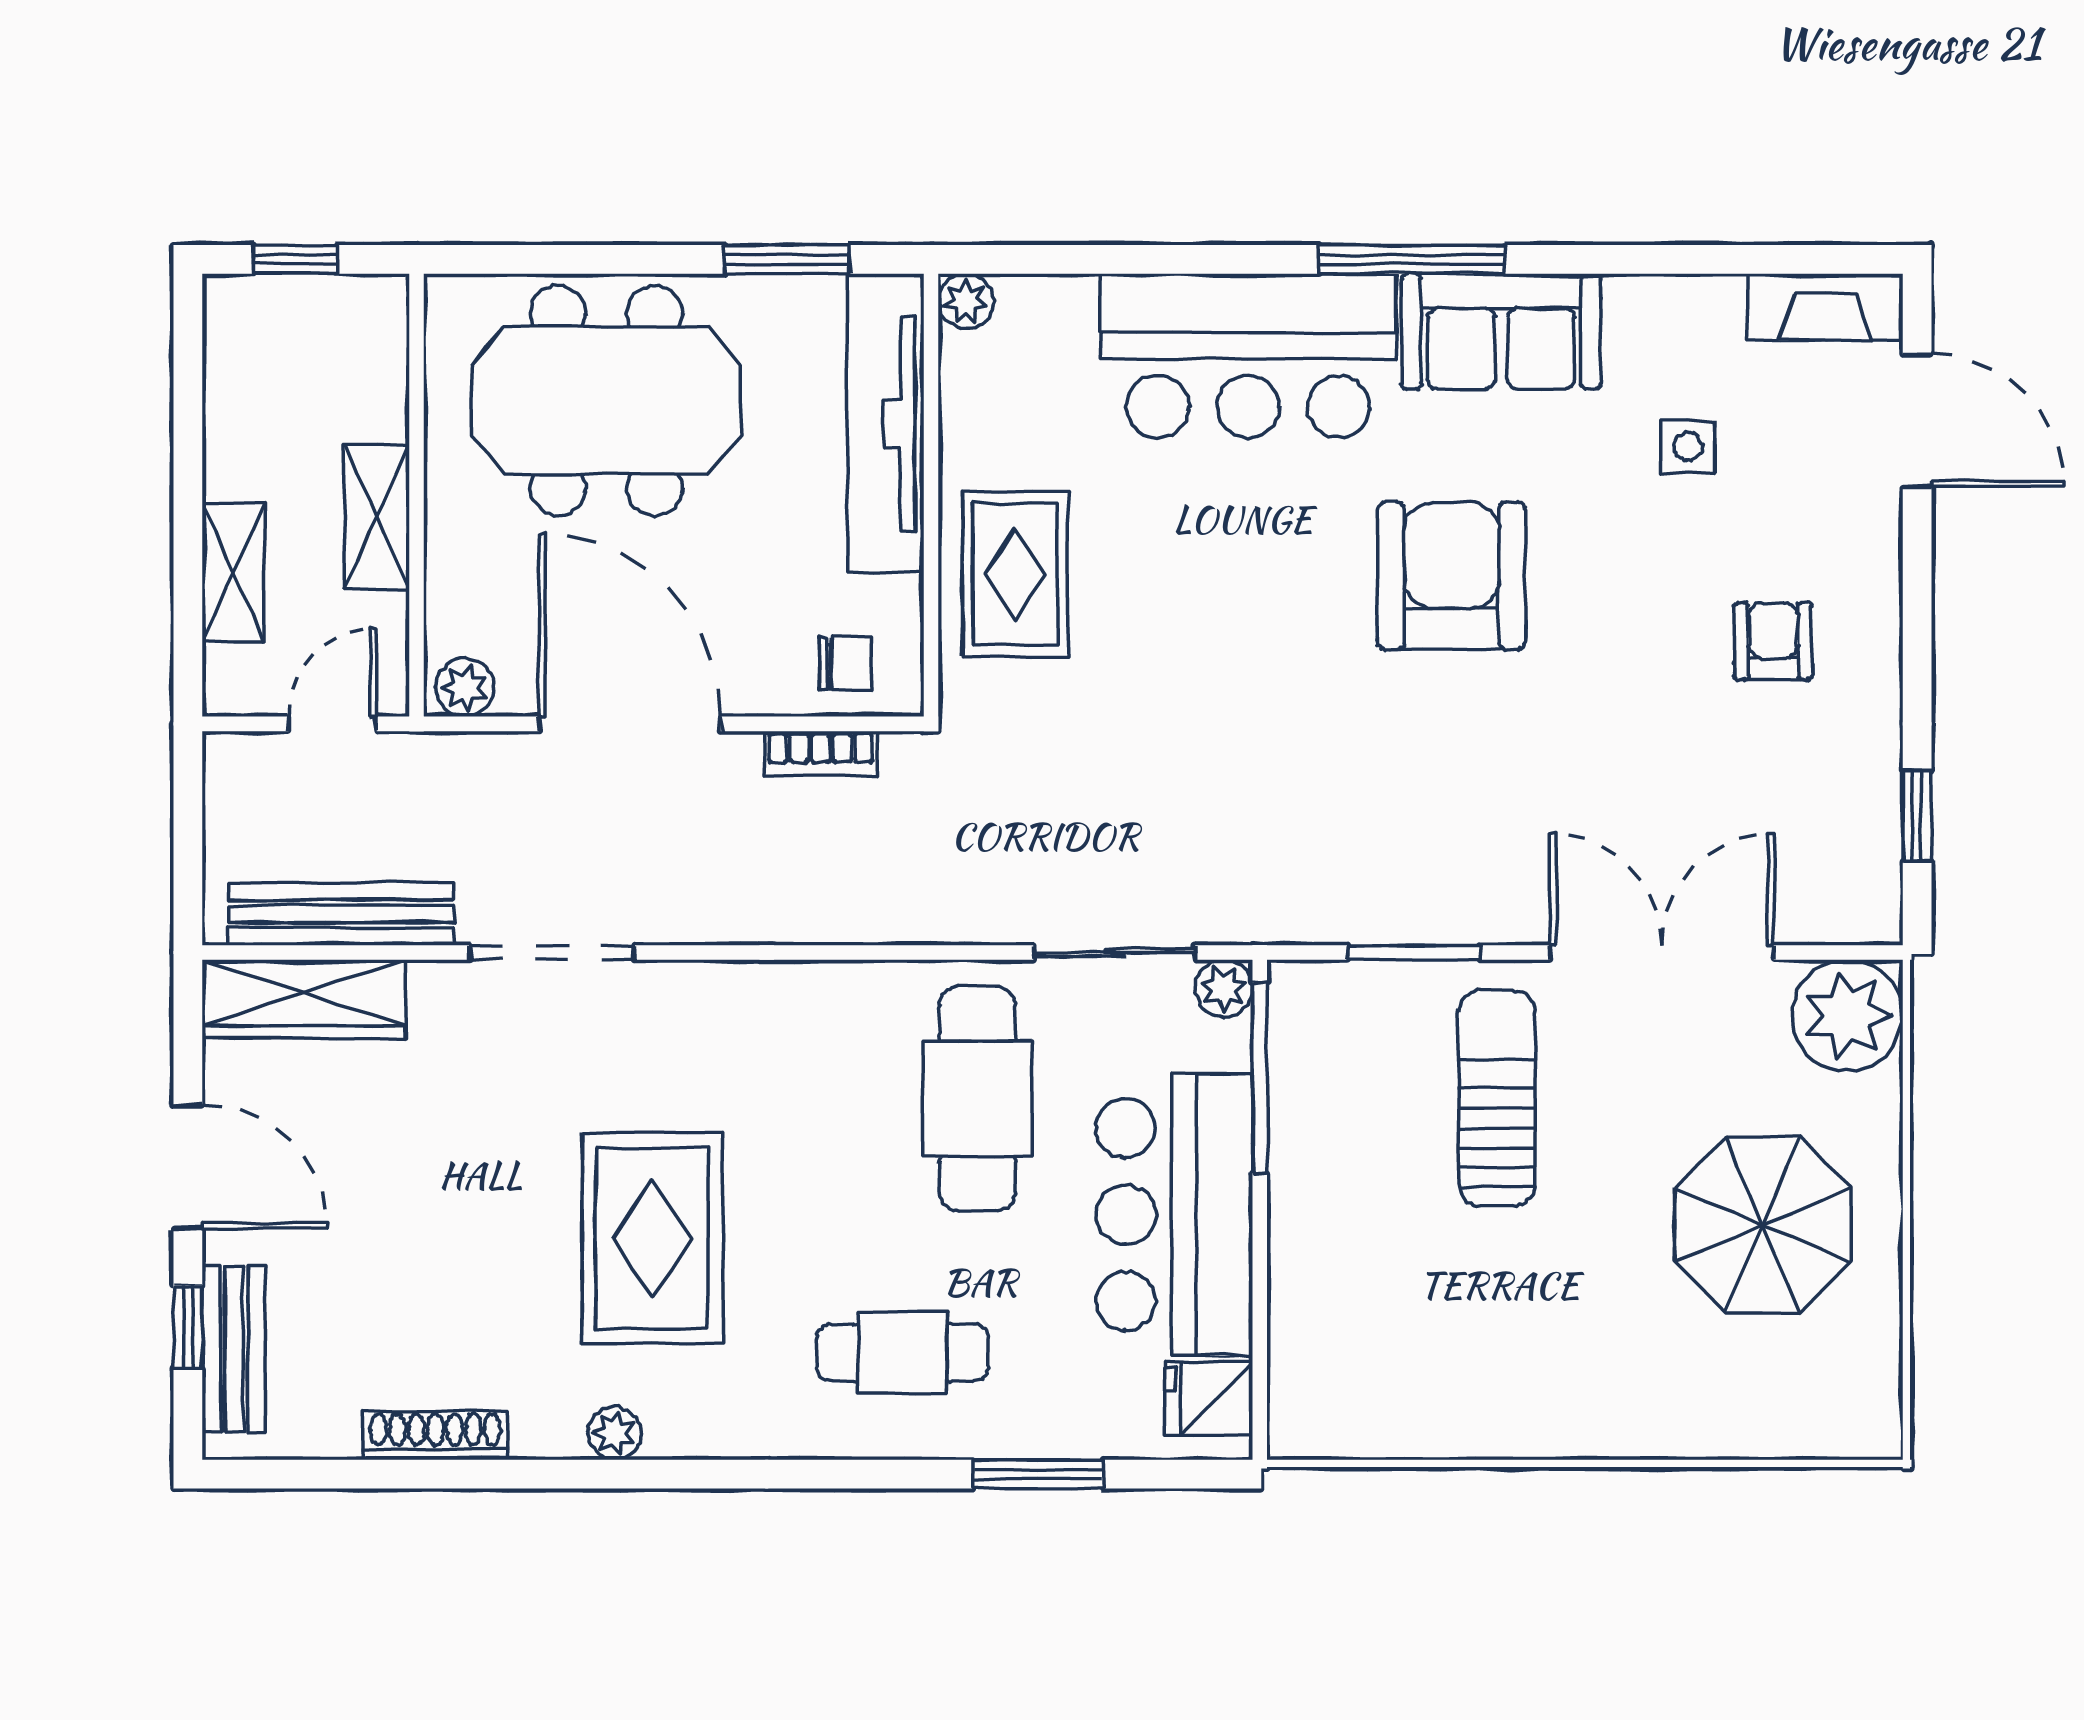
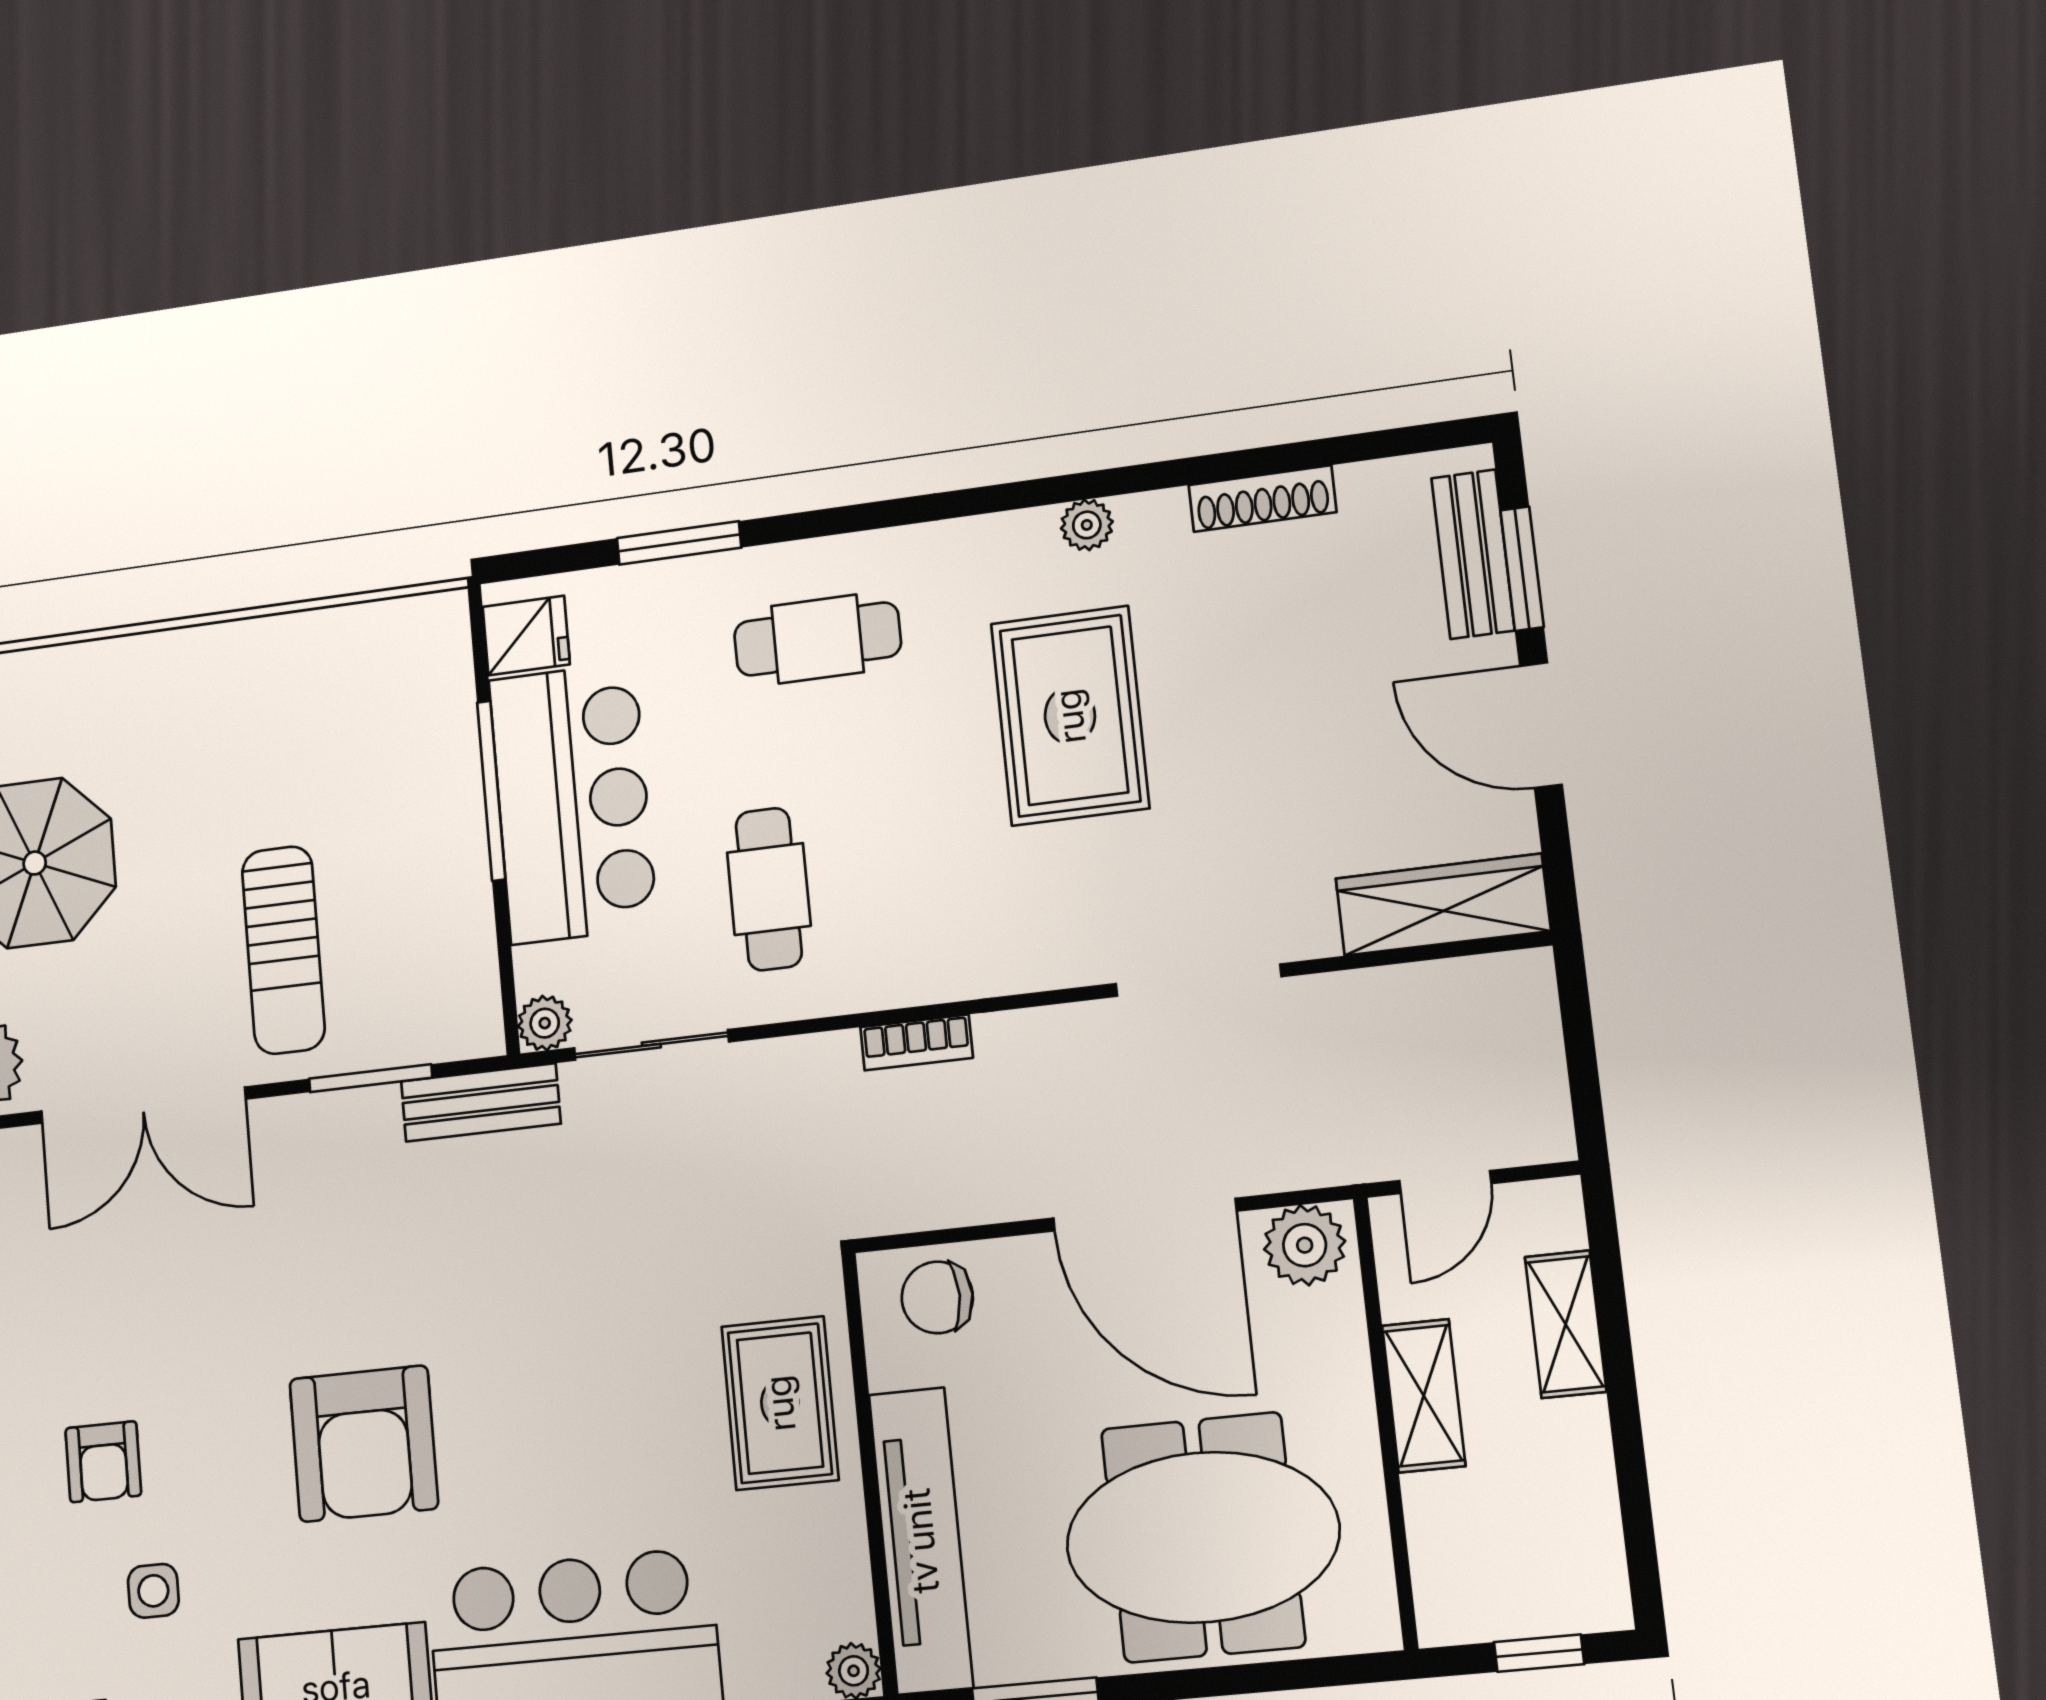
armchair: (1773, 641) -> (103, 1462), moved
chair: (845, 663) -> (937, 1297), width x1.37, depth x1.37
plant: (465, 688) -> (1305, 1245), width x1.38, depth x1.38
bookcase: (821, 753) -> (917, 1042), moved, turned 180
bench: (341, 914) -> (481, 1102), moved, width x0.73
window: (1260, 1078) -> (491, 791), moved
cafe table: (978, 1099) -> (769, 889), width x0.73, depth x0.74
window: (188, 1327) -> (1522, 569), width x1.50

